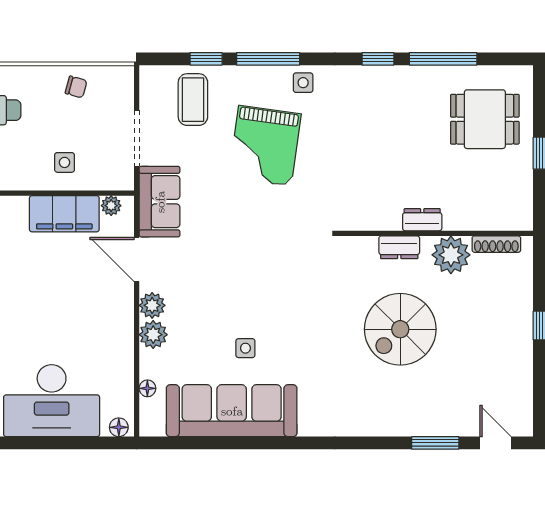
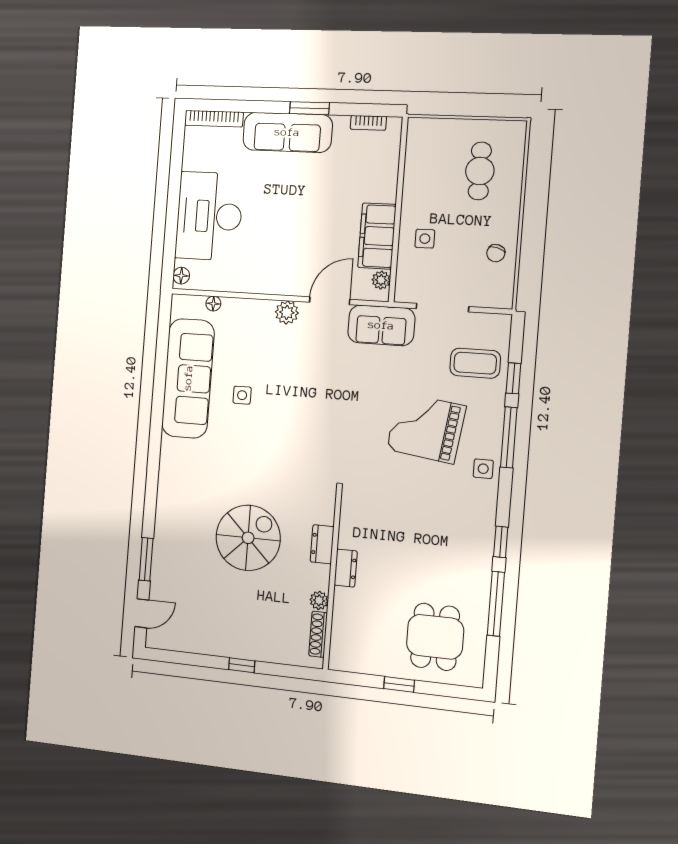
plant: (451, 255) -> (319, 600), width x0.53, depth x0.53
spiral stairs: (400, 329) -> (248, 538), turned 90
plant: (153, 335) -> (261, 312), removed

